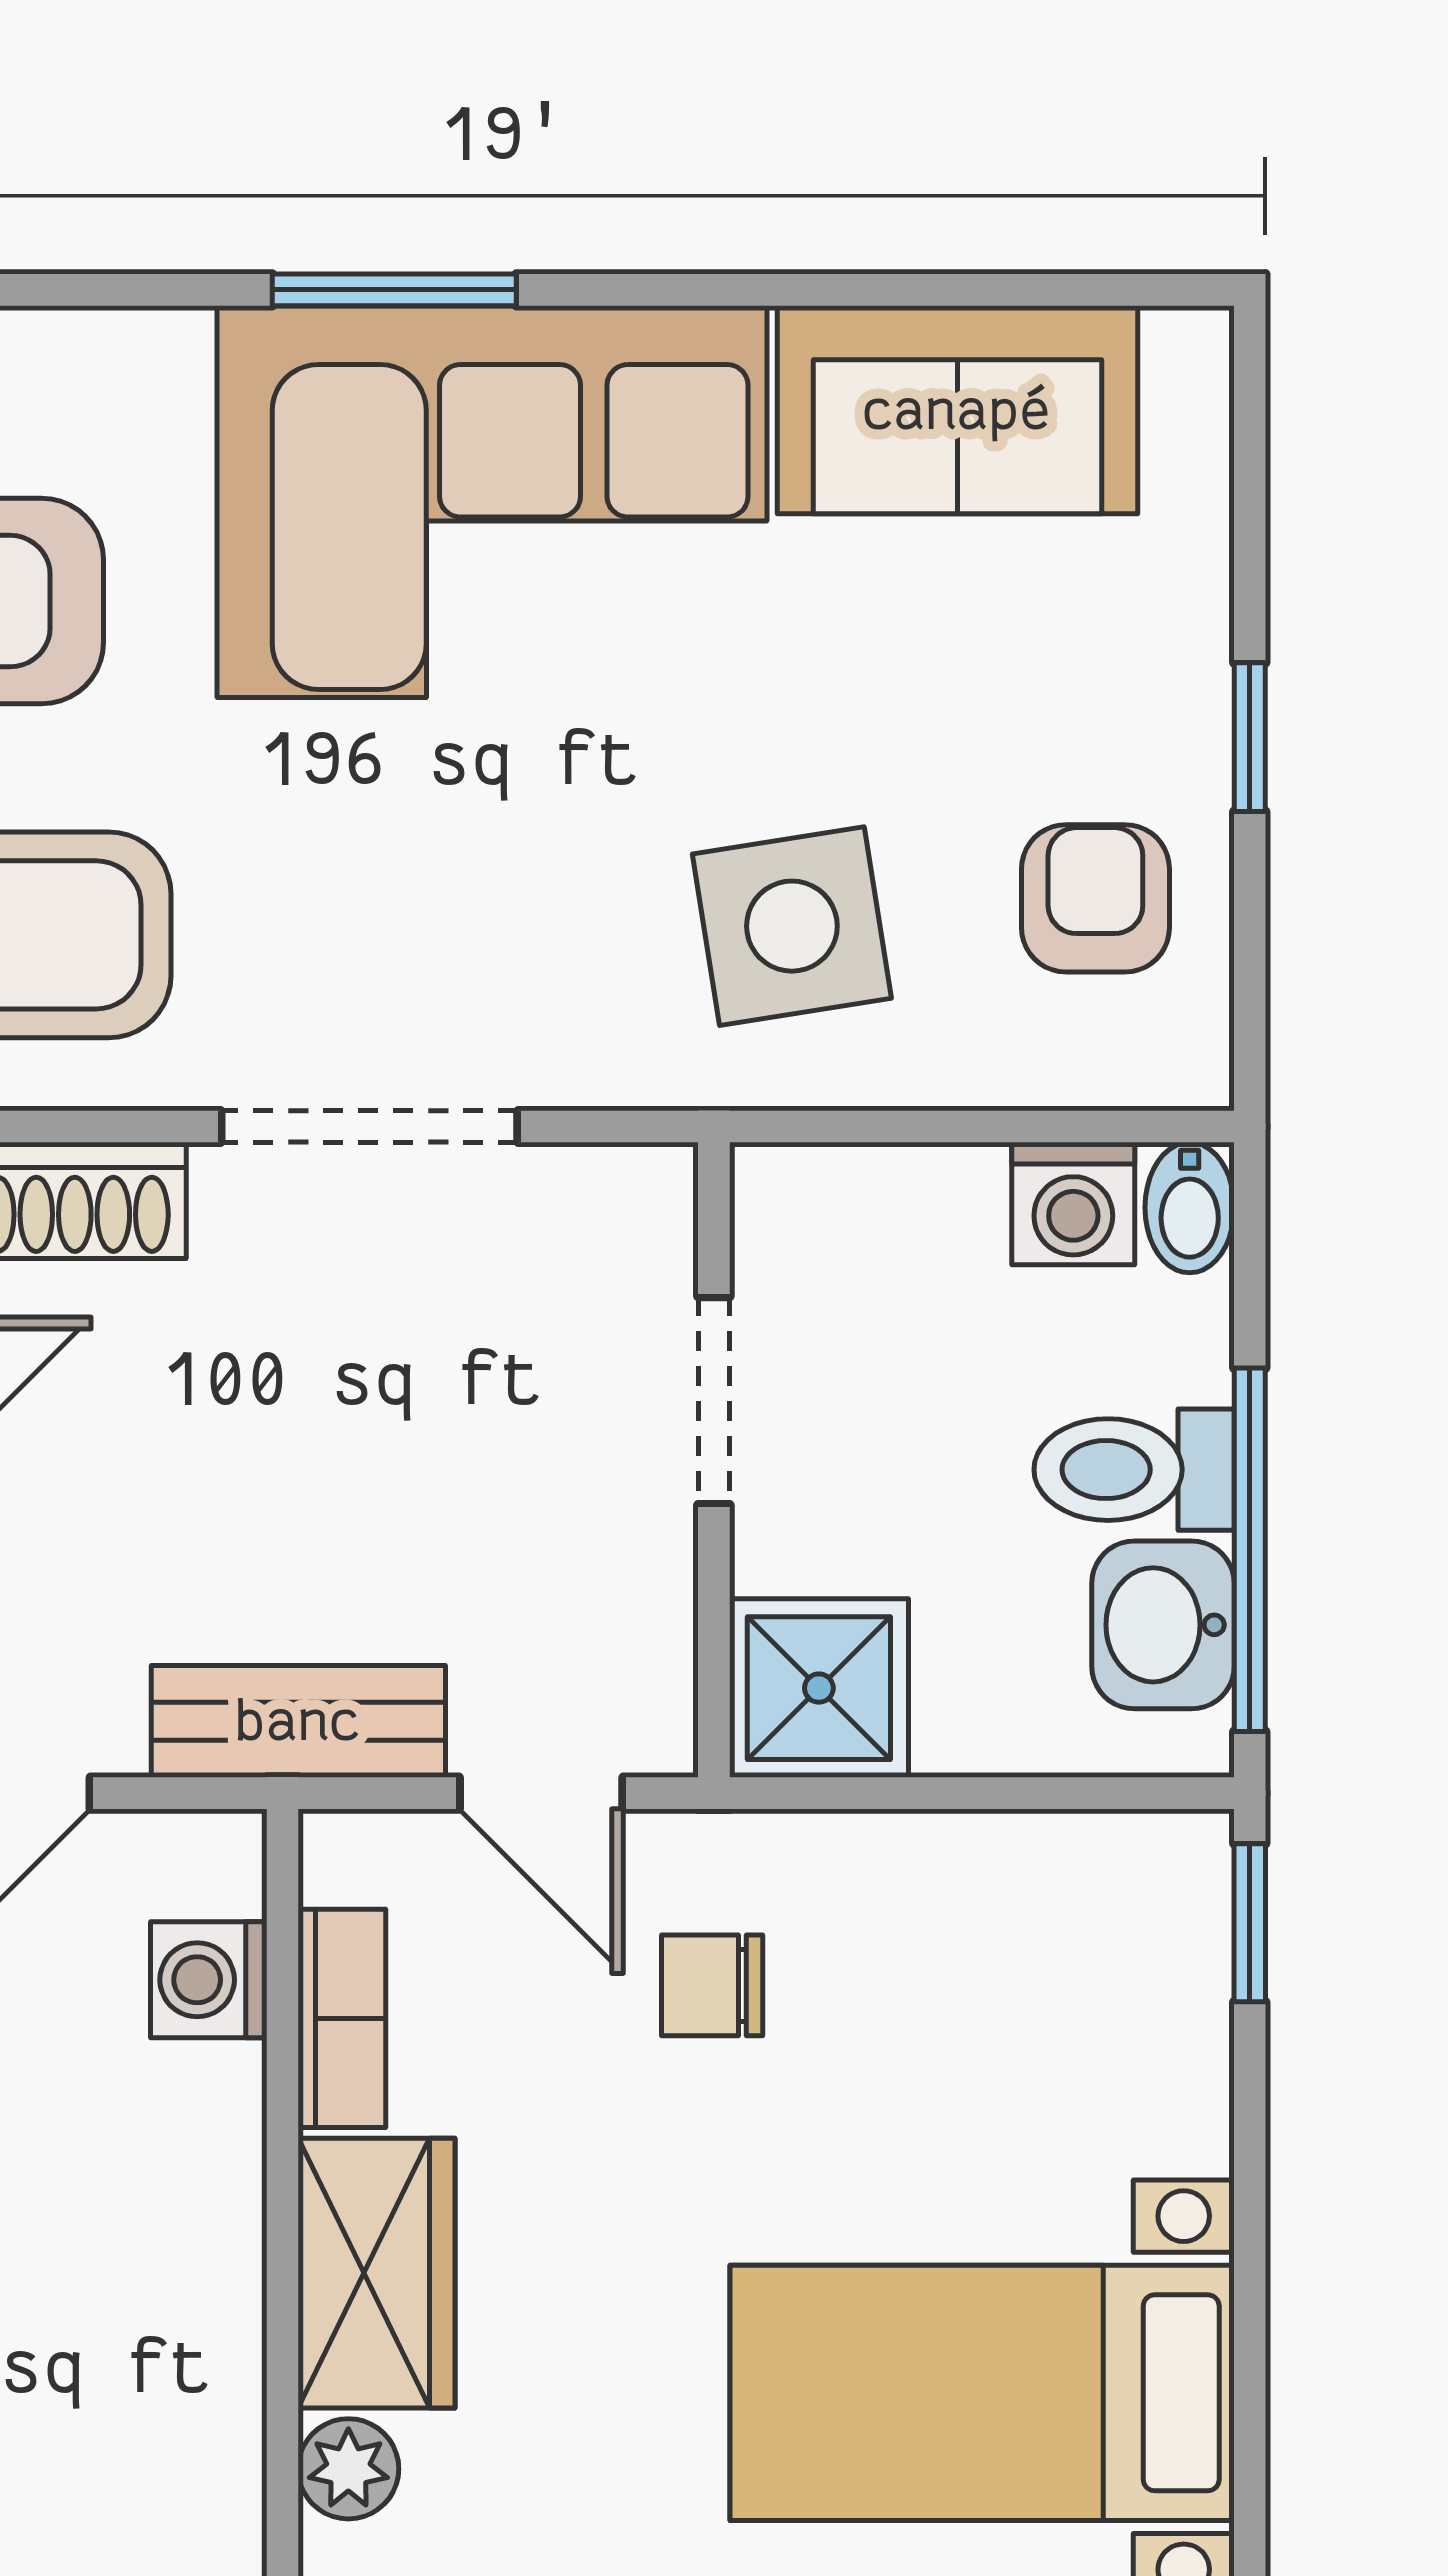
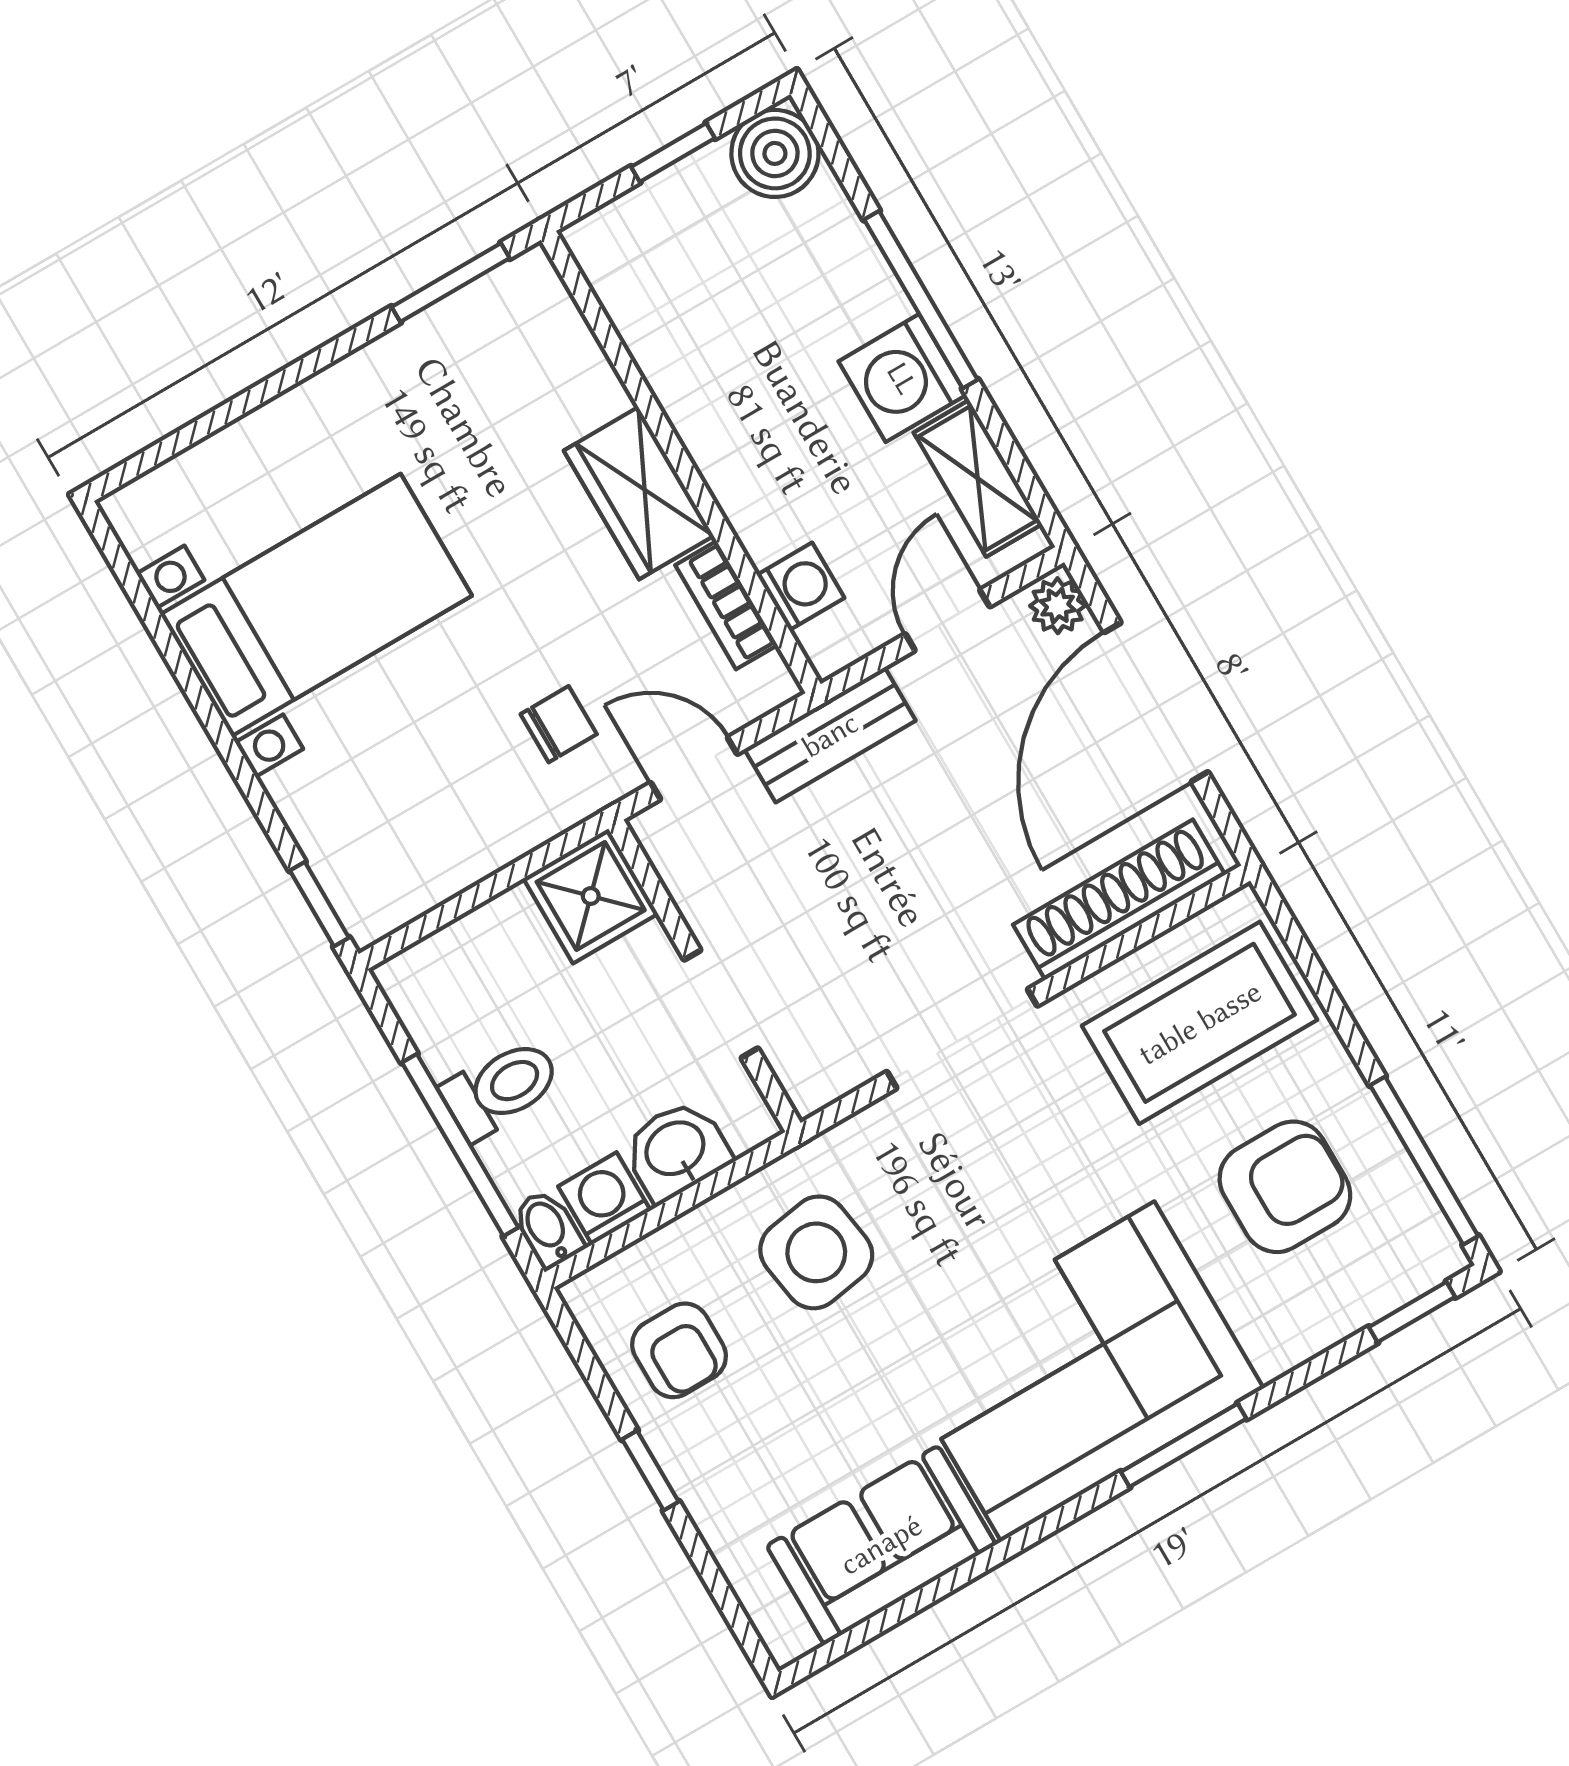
window: (1250, 1550) -> (460, 1145), moved
washbasin: (1163, 1625) -> (676, 1150), moved, turned -90
plant: (348, 2469) -> (597, 392), removed

